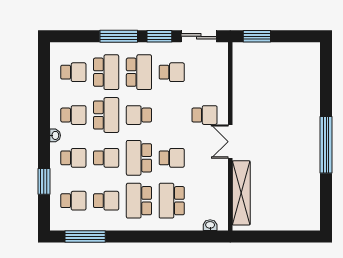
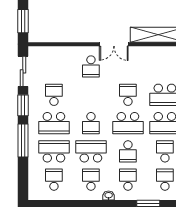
school desk: (139, 72) -> (54, 123), turned 180
school desk: (204, 115) -> (91, 66), turned 180
school desk: (106, 158) -> (128, 151), turned 180

